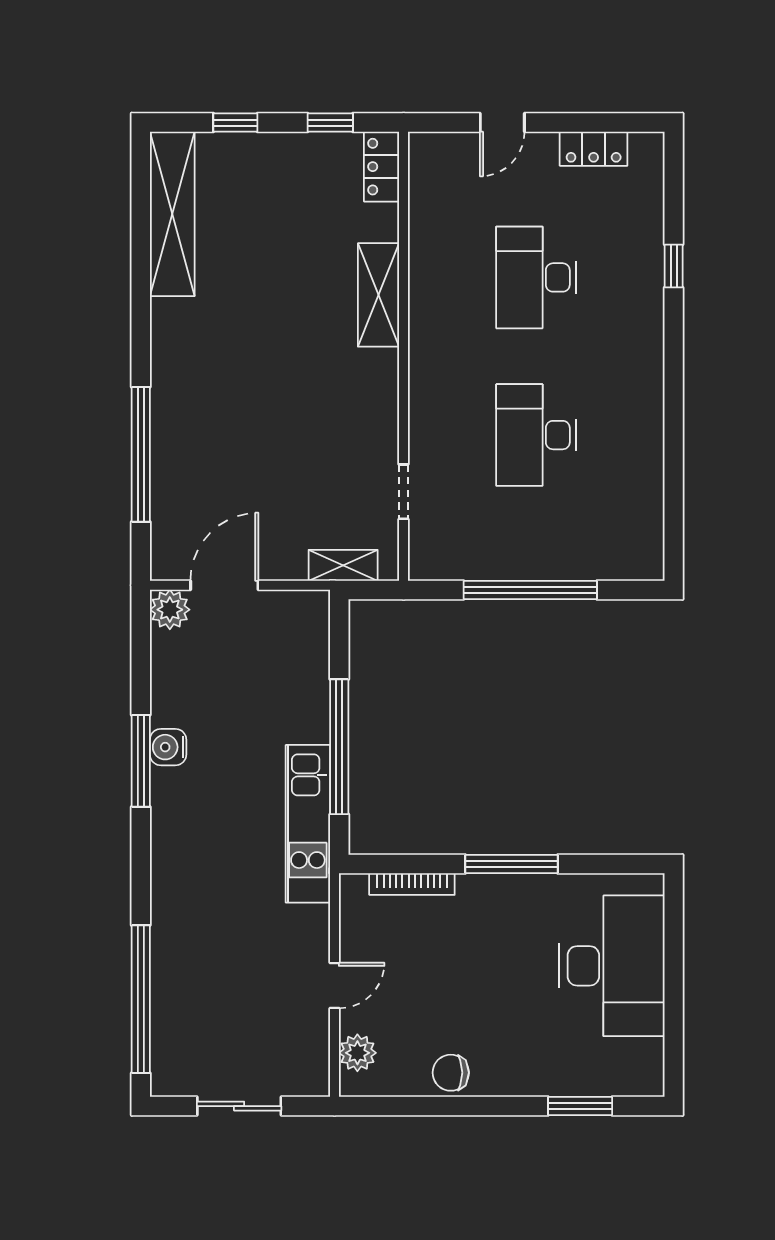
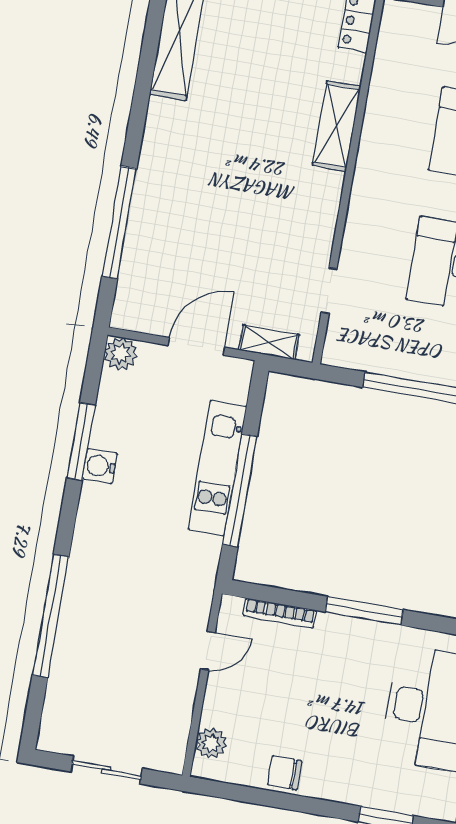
door: (224, 585) -> (196, 346), moved
window: (141, 761) -> (81, 442), moved
kitchen unit: (308, 824) -> (217, 468), moved
door: (335, 985) -> (208, 651), moved
window: (141, 999) -> (51, 616), moved

